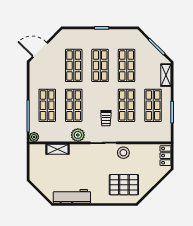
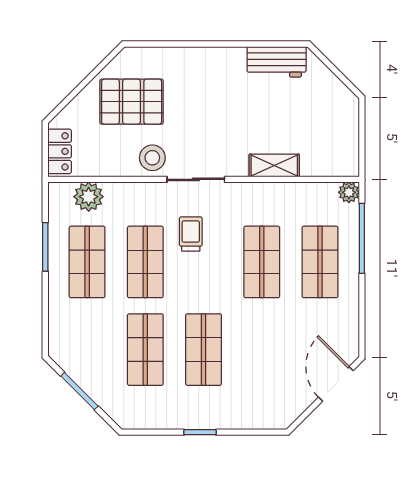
door: (40, 50) -> (336, 384), swing flipped
shop shelf: (74, 65) -> (262, 350), removed
shelving: (166, 75) -> (59, 329), removed
plant: (78, 135) -> (89, 197), moved
shelving: (58, 149) -> (274, 165), moved
pallet: (124, 185) -> (132, 102), moved
workbench: (72, 196) -> (277, 62), width x0.73

